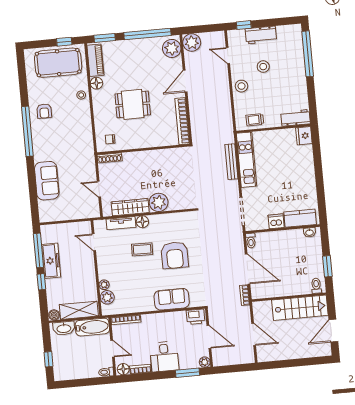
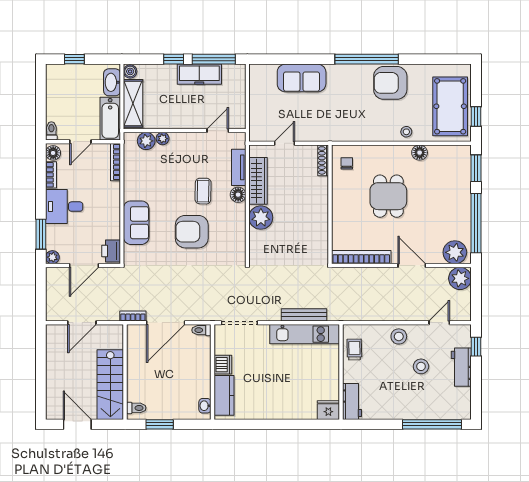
piano: (95, 60) -> (449, 154), removed
armchair: (44, 111) -> (390, 83), width x1.88, depth x1.88

